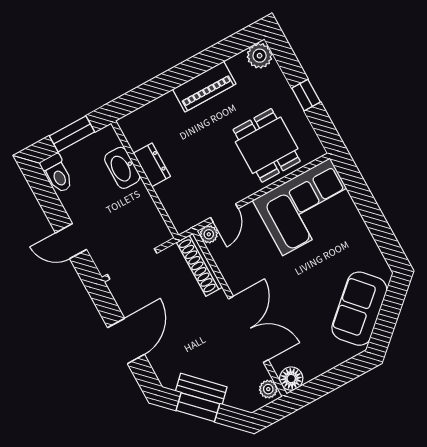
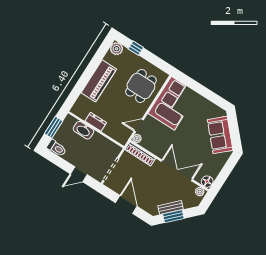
piano: (204, 87) -> (99, 81), width x1.37, depth x1.33
window: (306, 95) -> (136, 48), moved
dining table: (267, 145) -> (141, 86), turned 90
door: (224, 213) -> (139, 125), swing flipped

